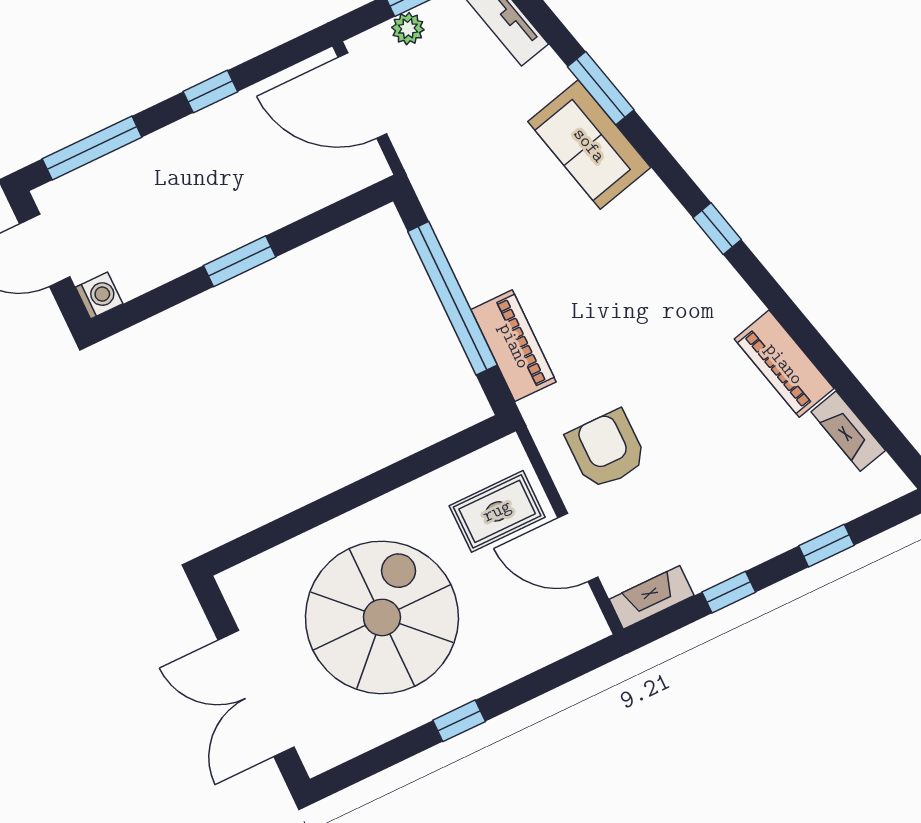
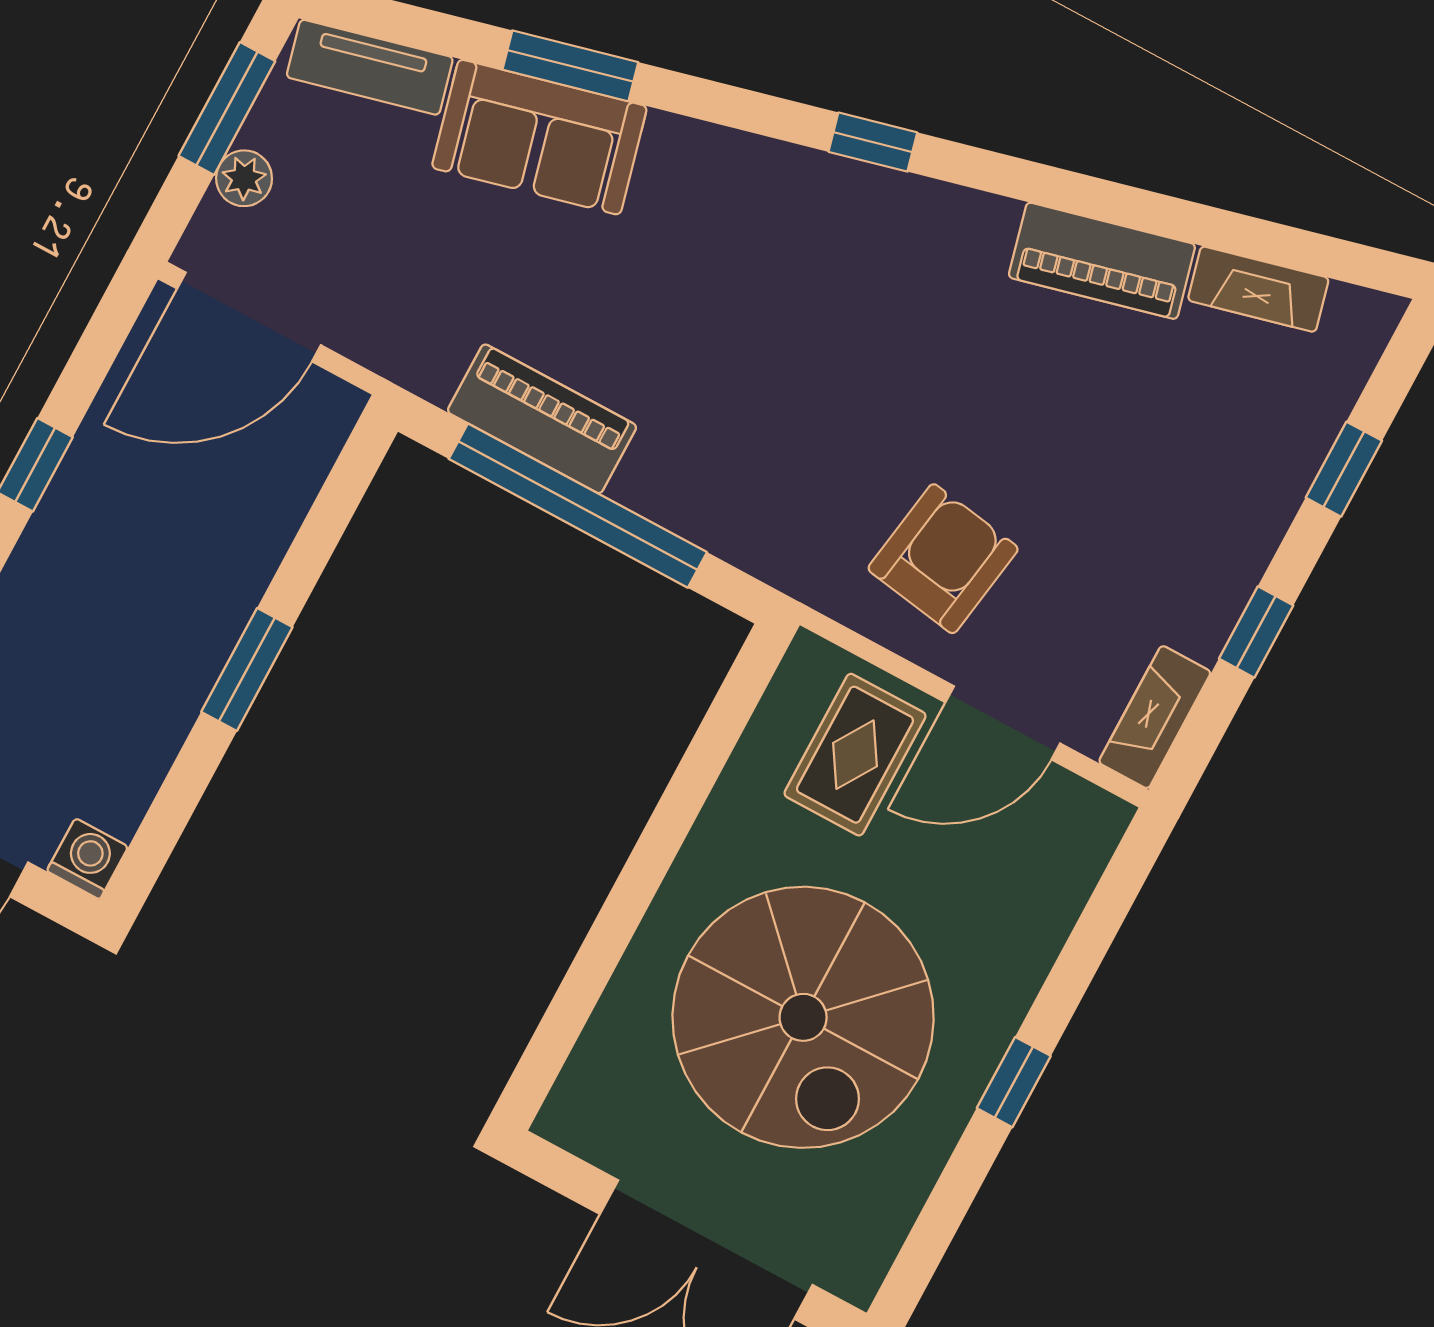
sofa: (589, 145) -> (539, 137), moved
piano: (514, 346) -> (542, 419), moved
armchair: (606, 449) -> (943, 559), turned 99
spiral stairs: (382, 617) -> (803, 1017), turned 180

